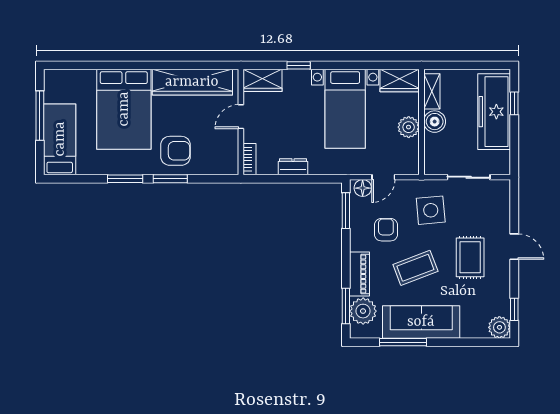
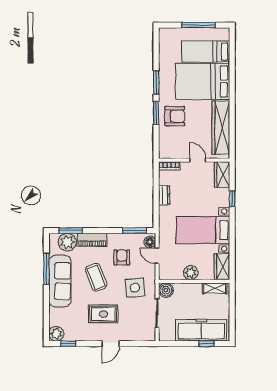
boiler: (435, 122) -> (166, 290), moved
bed: (60, 139) -> (206, 52), moved, turned 180
armchair: (175, 151) -> (175, 116), turned -90
armchair: (386, 230) -> (122, 257), turned -90

